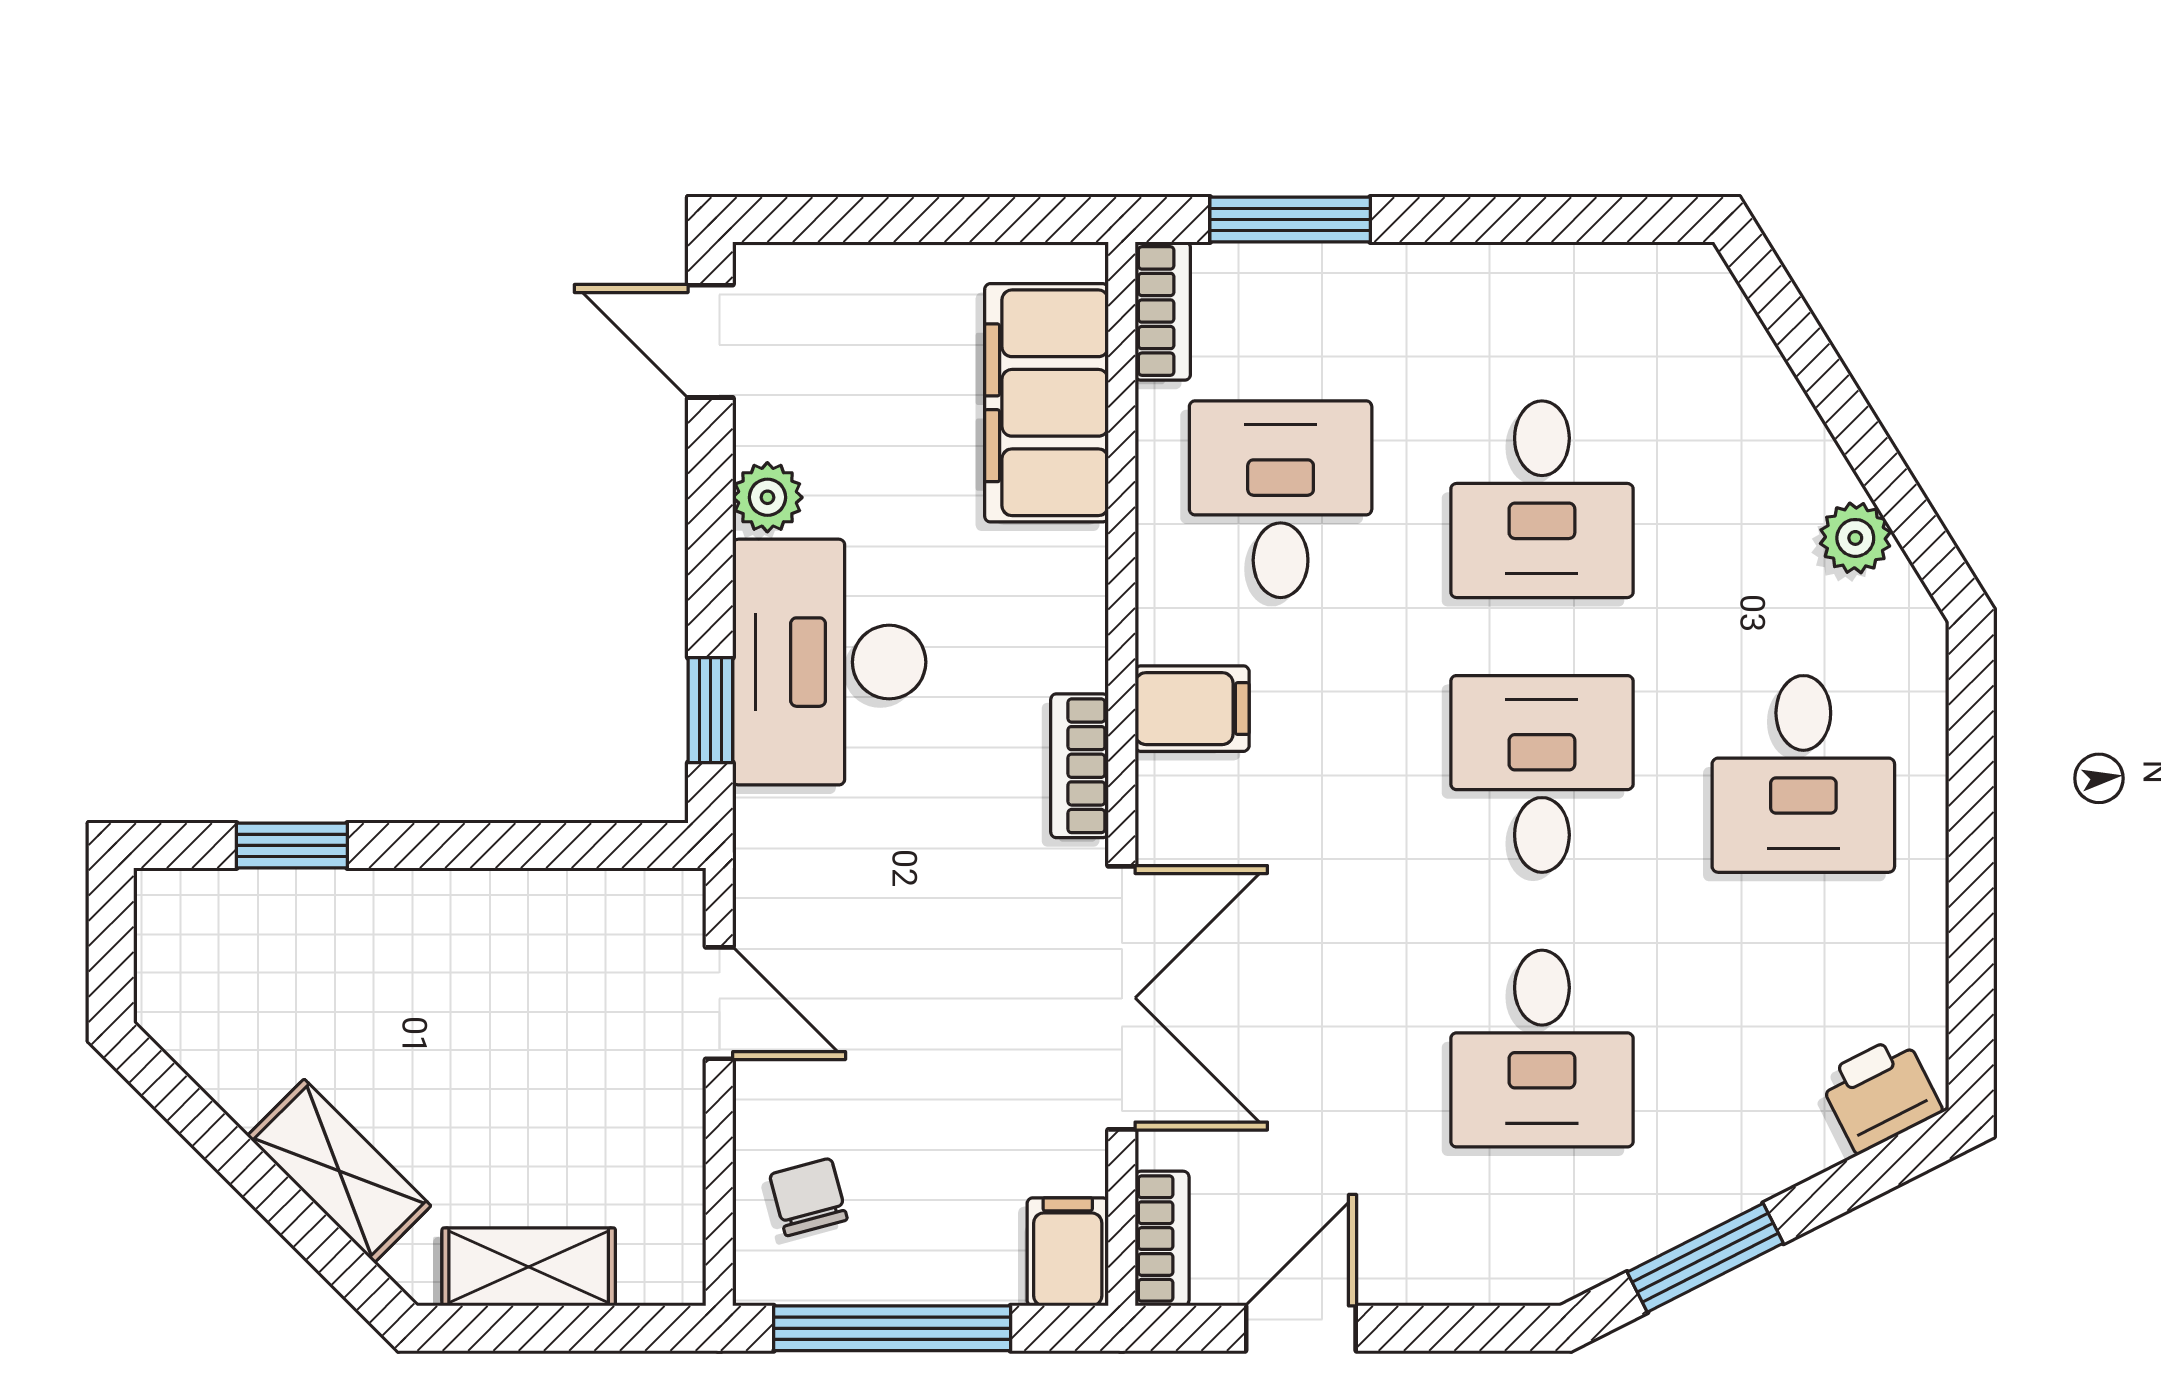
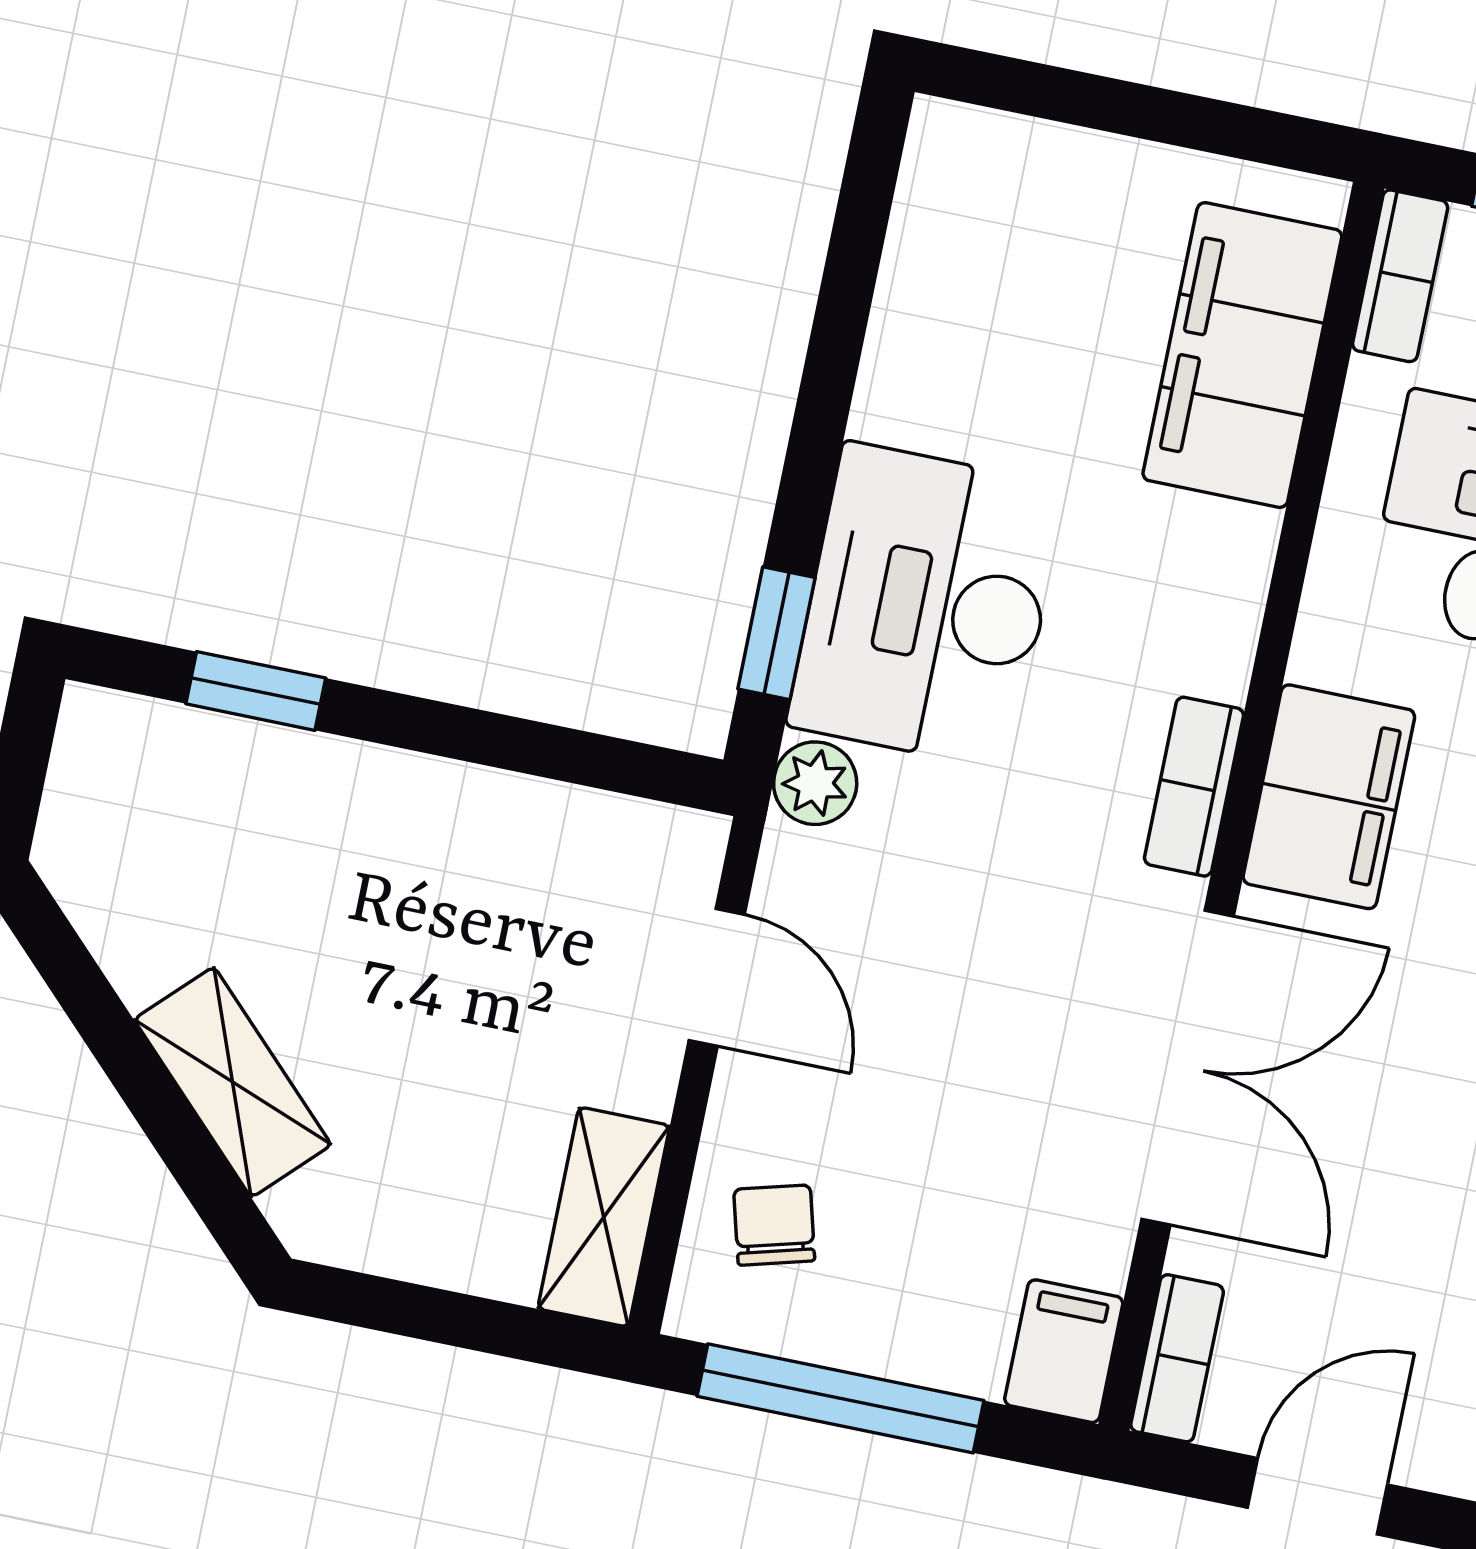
door: (710, 341) -> (865, 203), removed
plant: (767, 497) -> (815, 783), moved
filing cabinet: (1192, 709) -> (1329, 797), width x2.00
shelving: (529, 1267) -> (604, 1217), moved, turned 90

